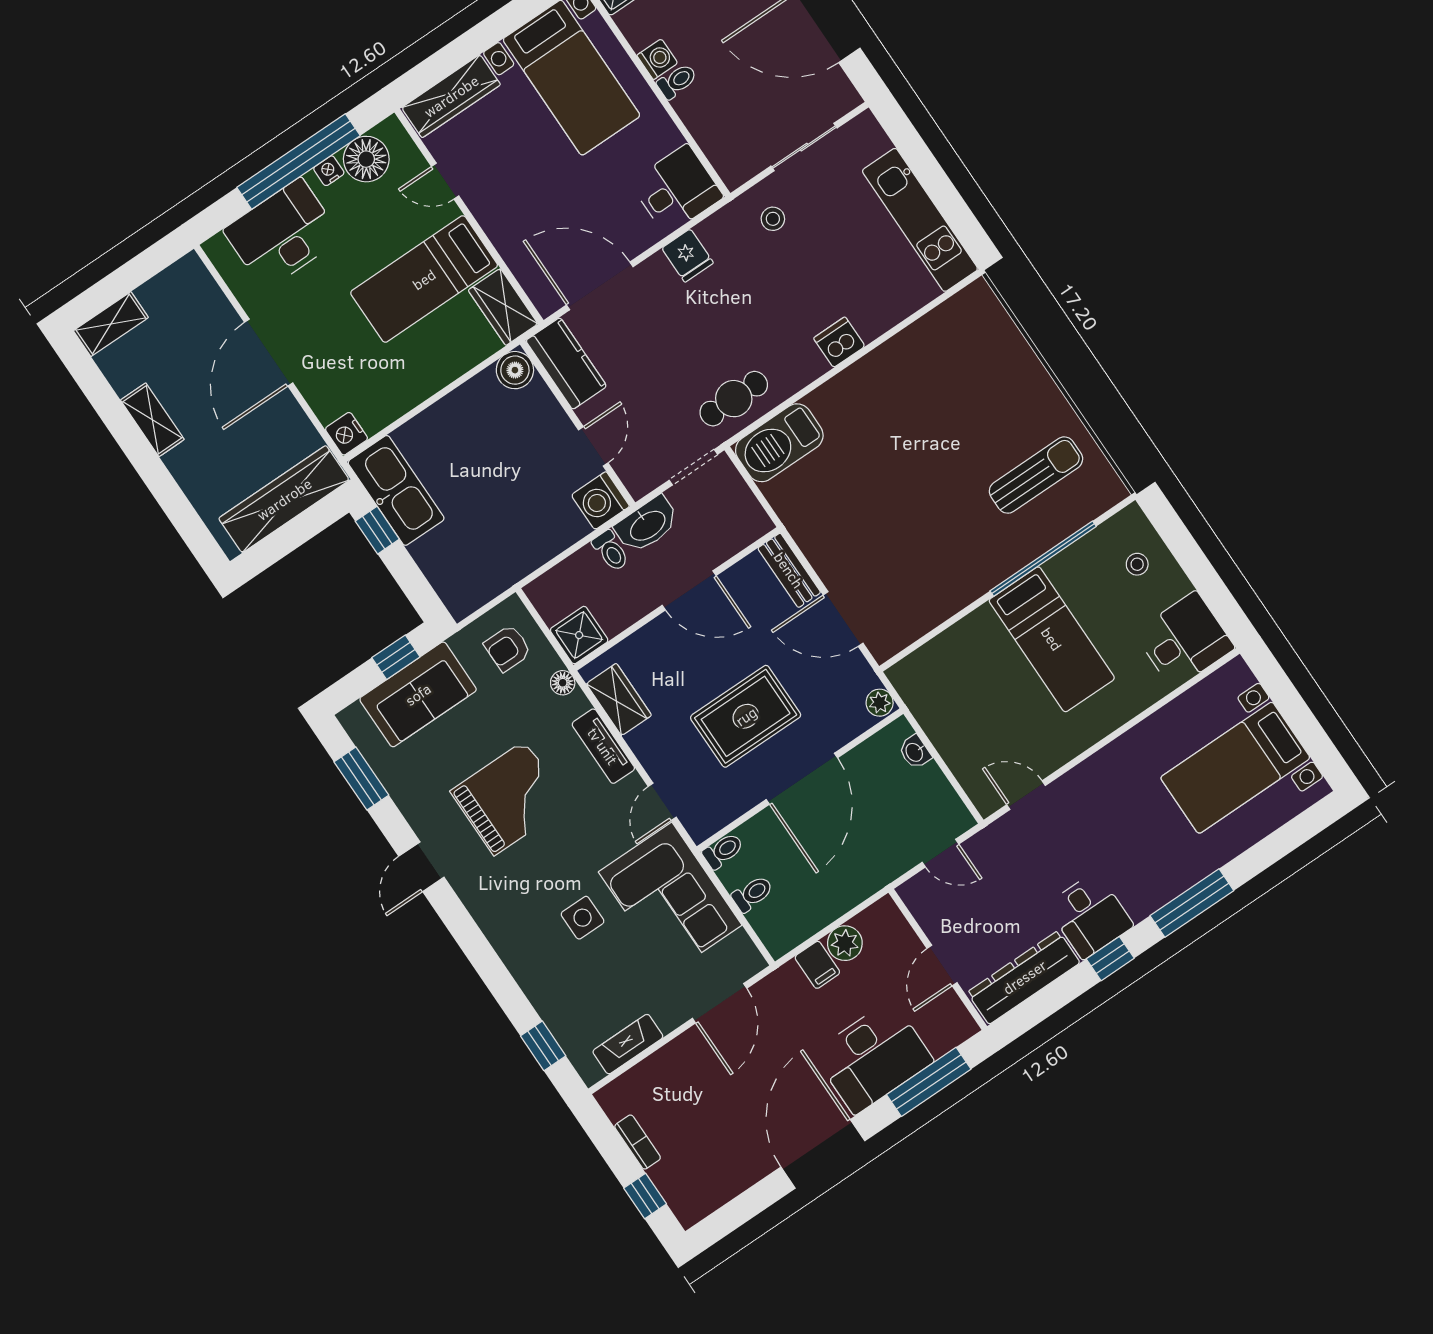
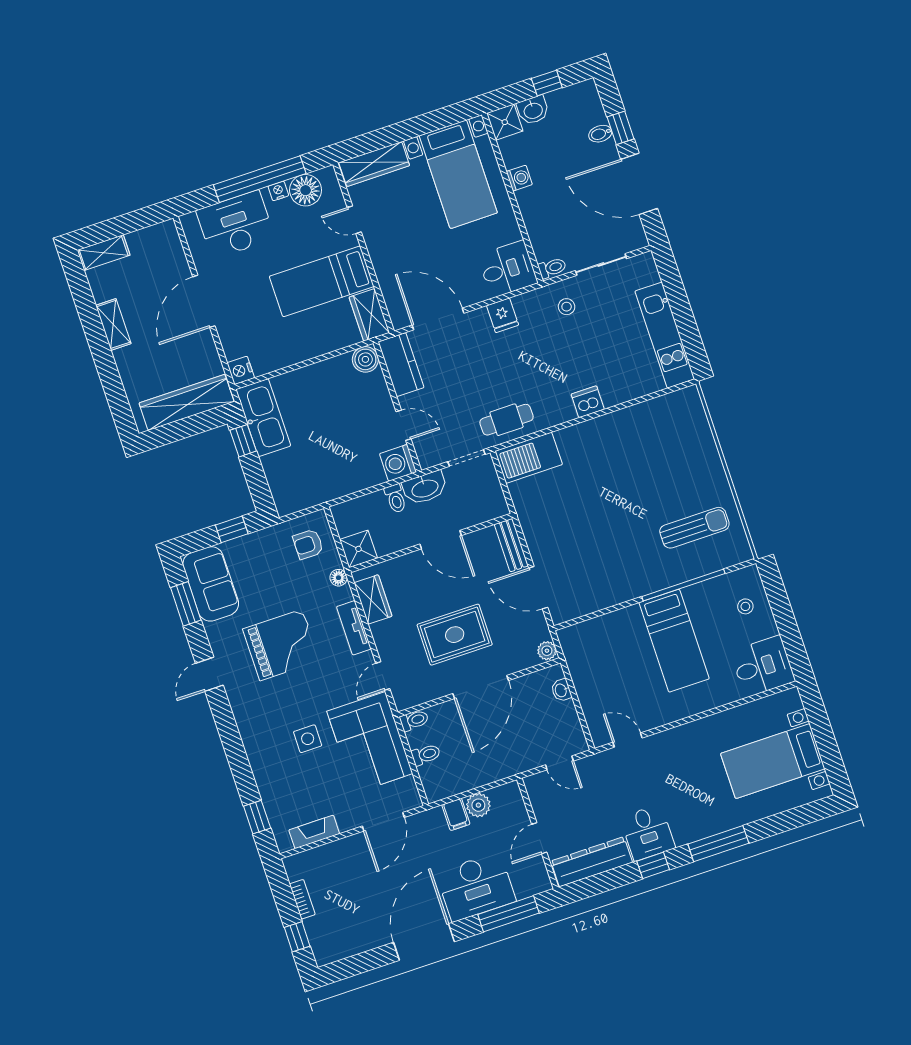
toilet: (677, 81) -> (552, 268), moved
door: (593, 446) -> (404, 425), hinge flipped
sofa: (418, 694) -> (211, 584), moved, turned -90

